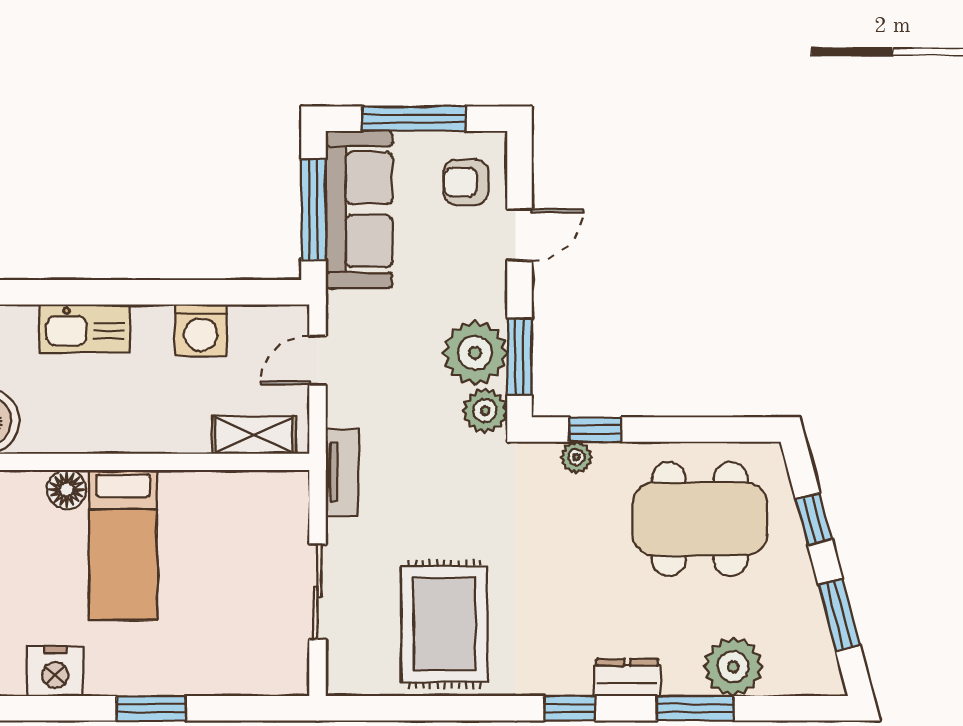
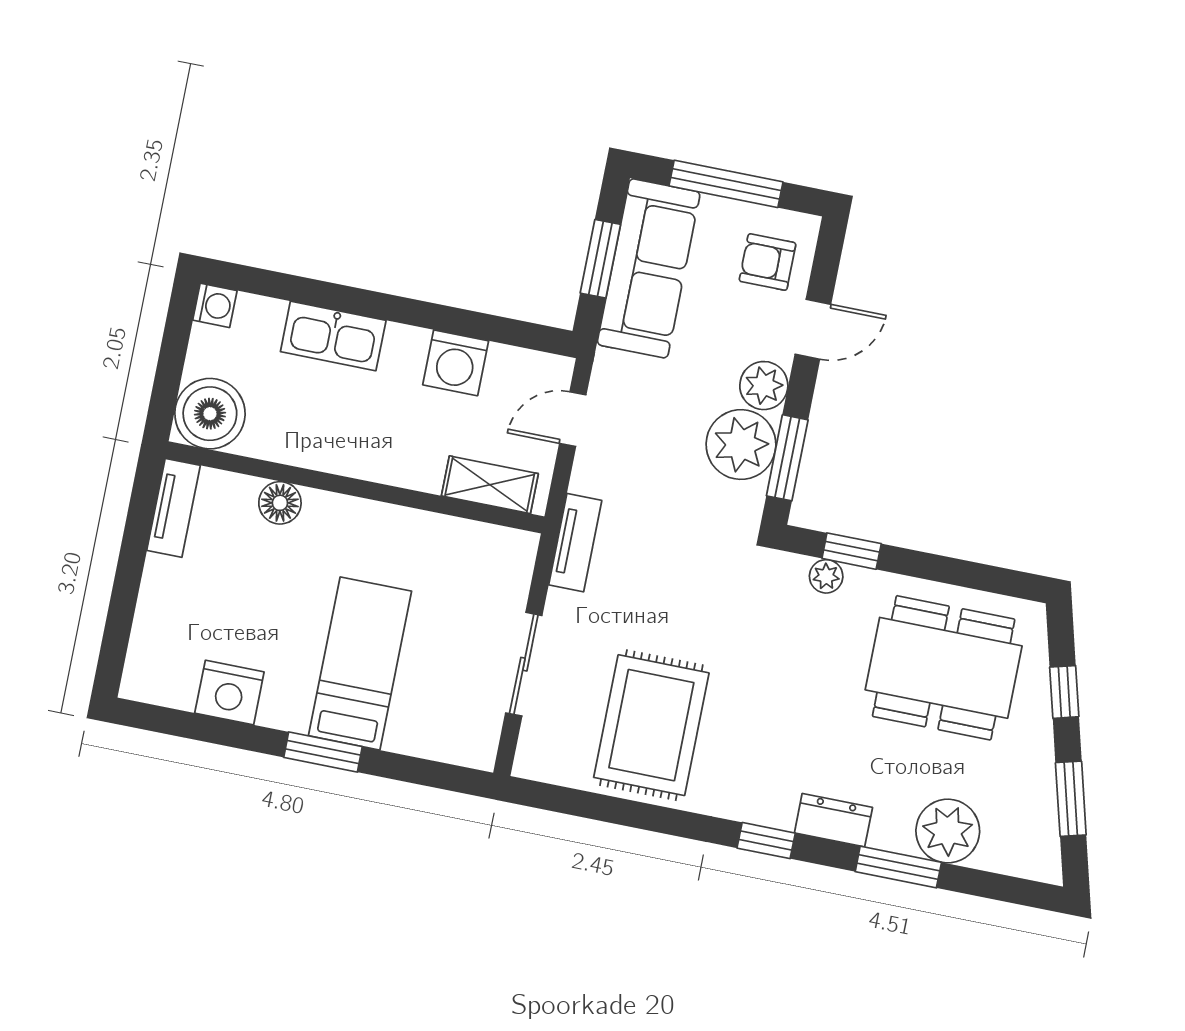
window: (313, 210) -> (600, 259), width x0.69
plant: (485, 411) -> (764, 386), moved
bed: (123, 545) -> (360, 663), moved, turned 180

